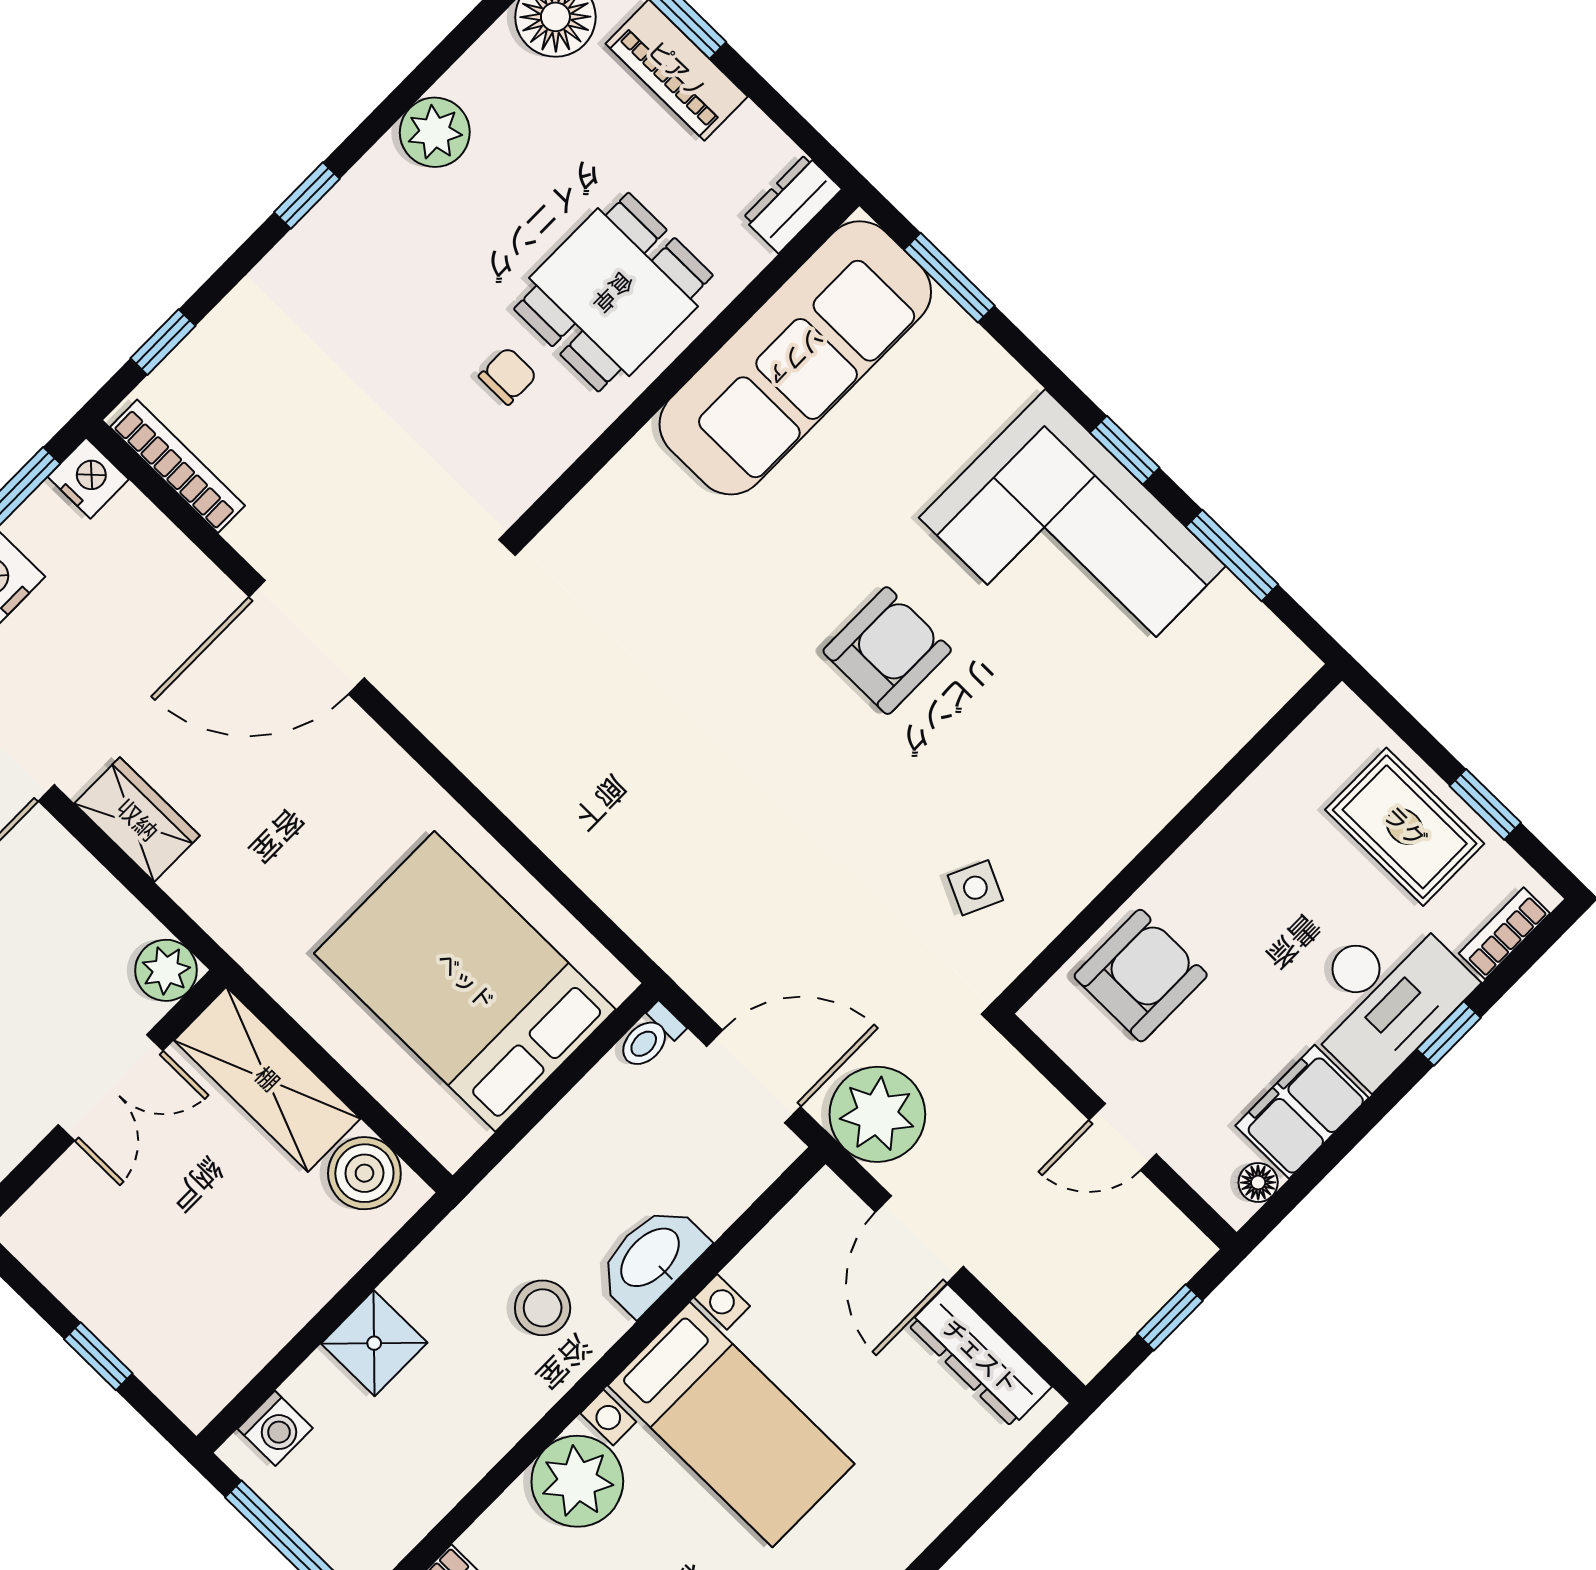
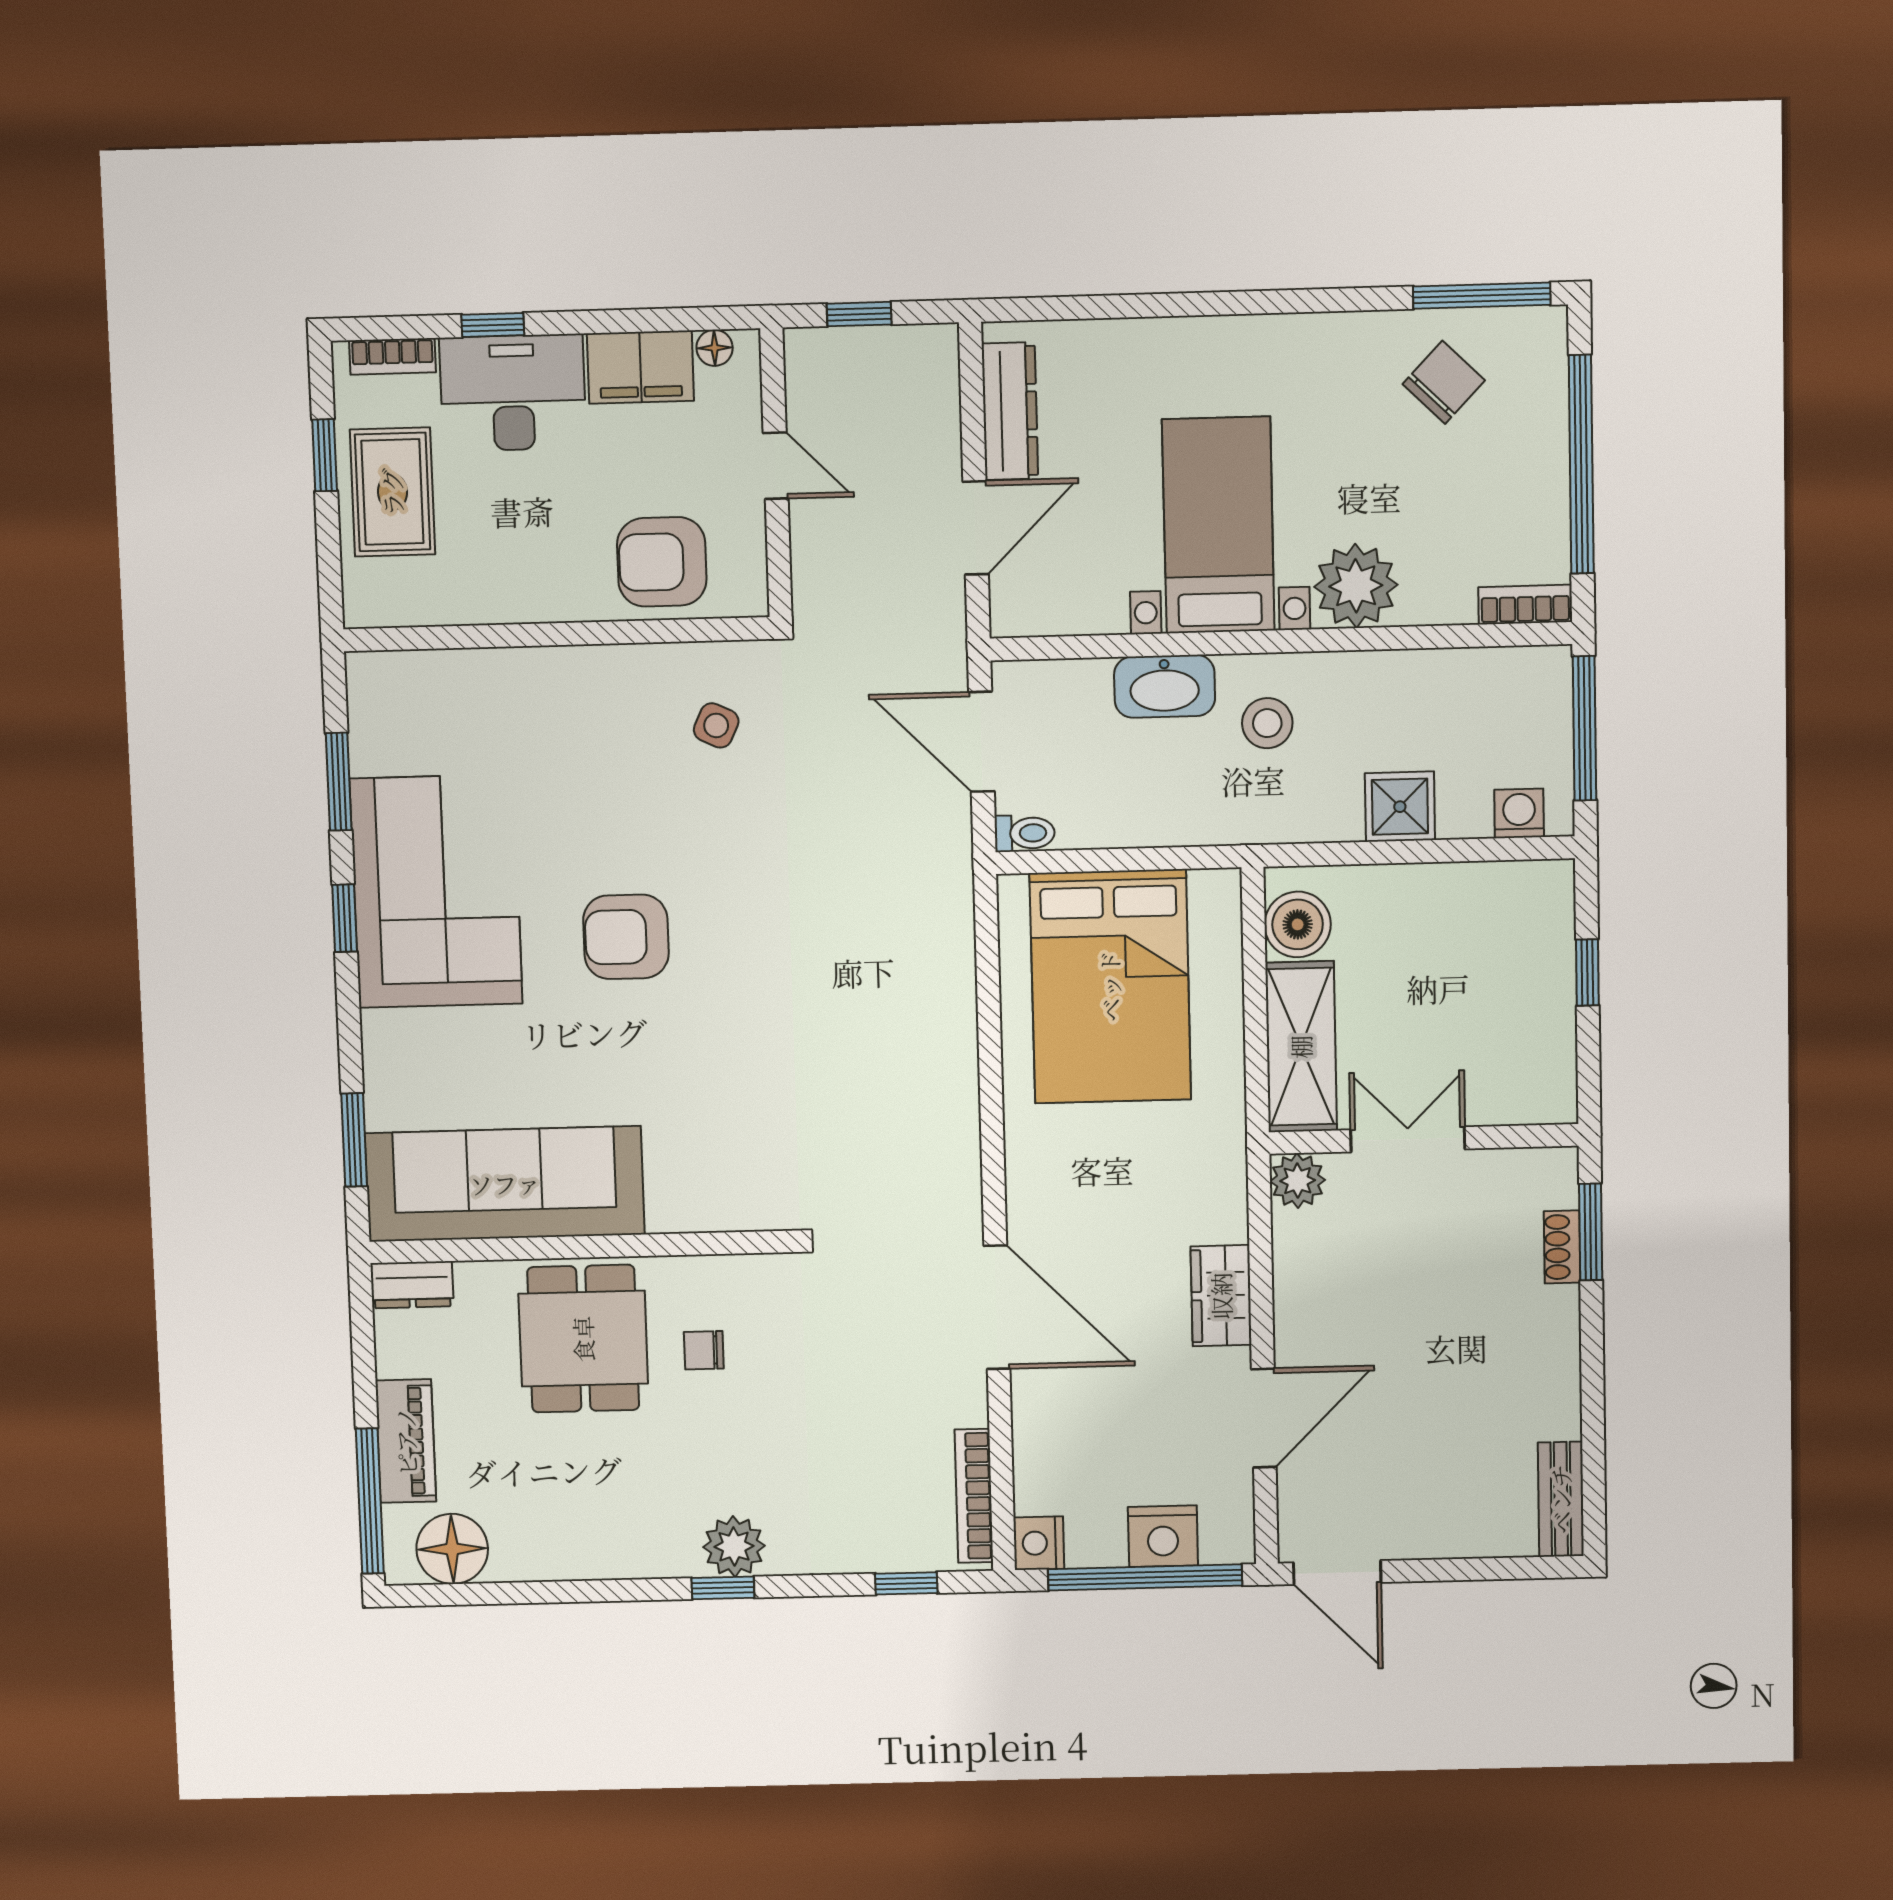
plant: (435, 132) -> (734, 1546), moved
dining table: (613, 292) -> (583, 1339), turned 90
plant: (877, 1114) -> (924, 638), removed

